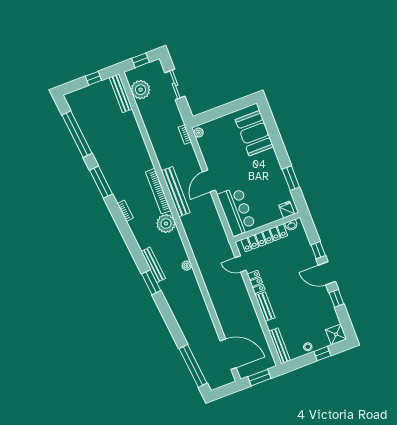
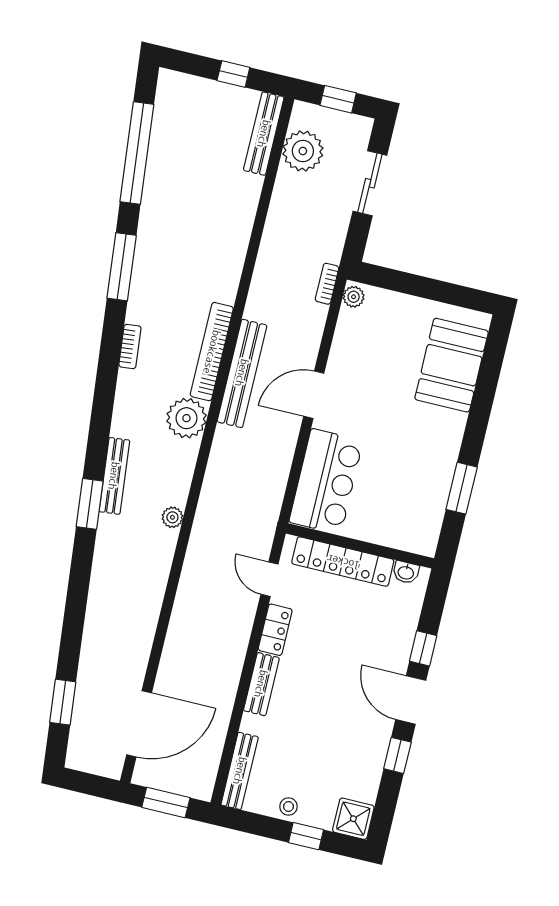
fridge: (287, 209) -> (417, 539), removed
door: (228, 354) -> (139, 724), hinge flipped
window: (193, 366) -> (63, 702), width x0.47

